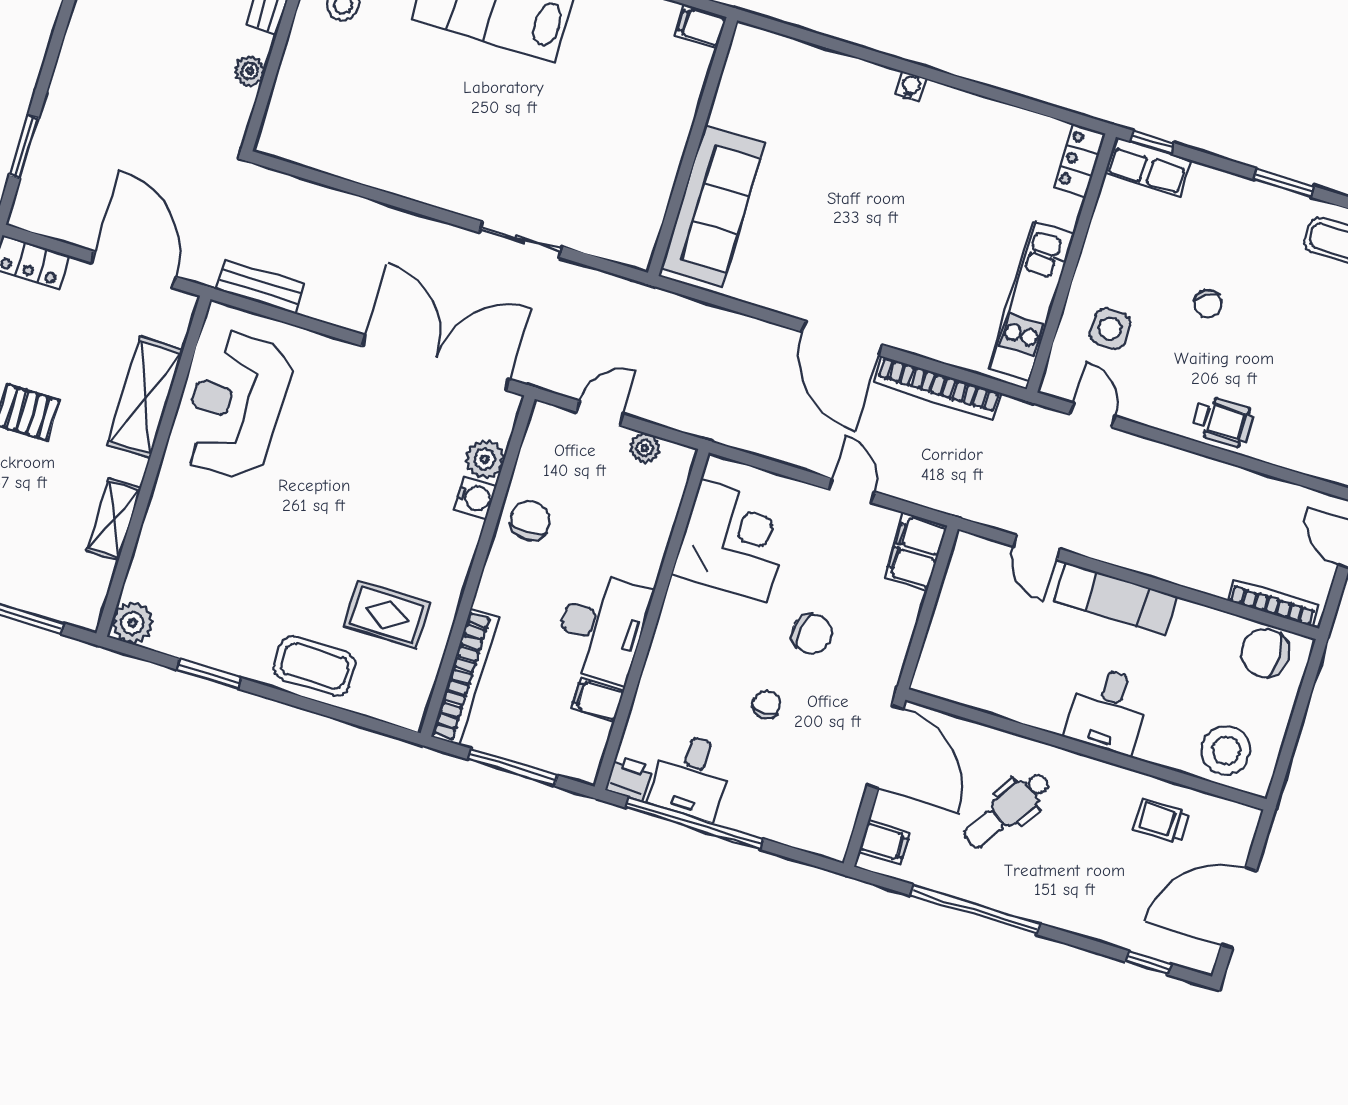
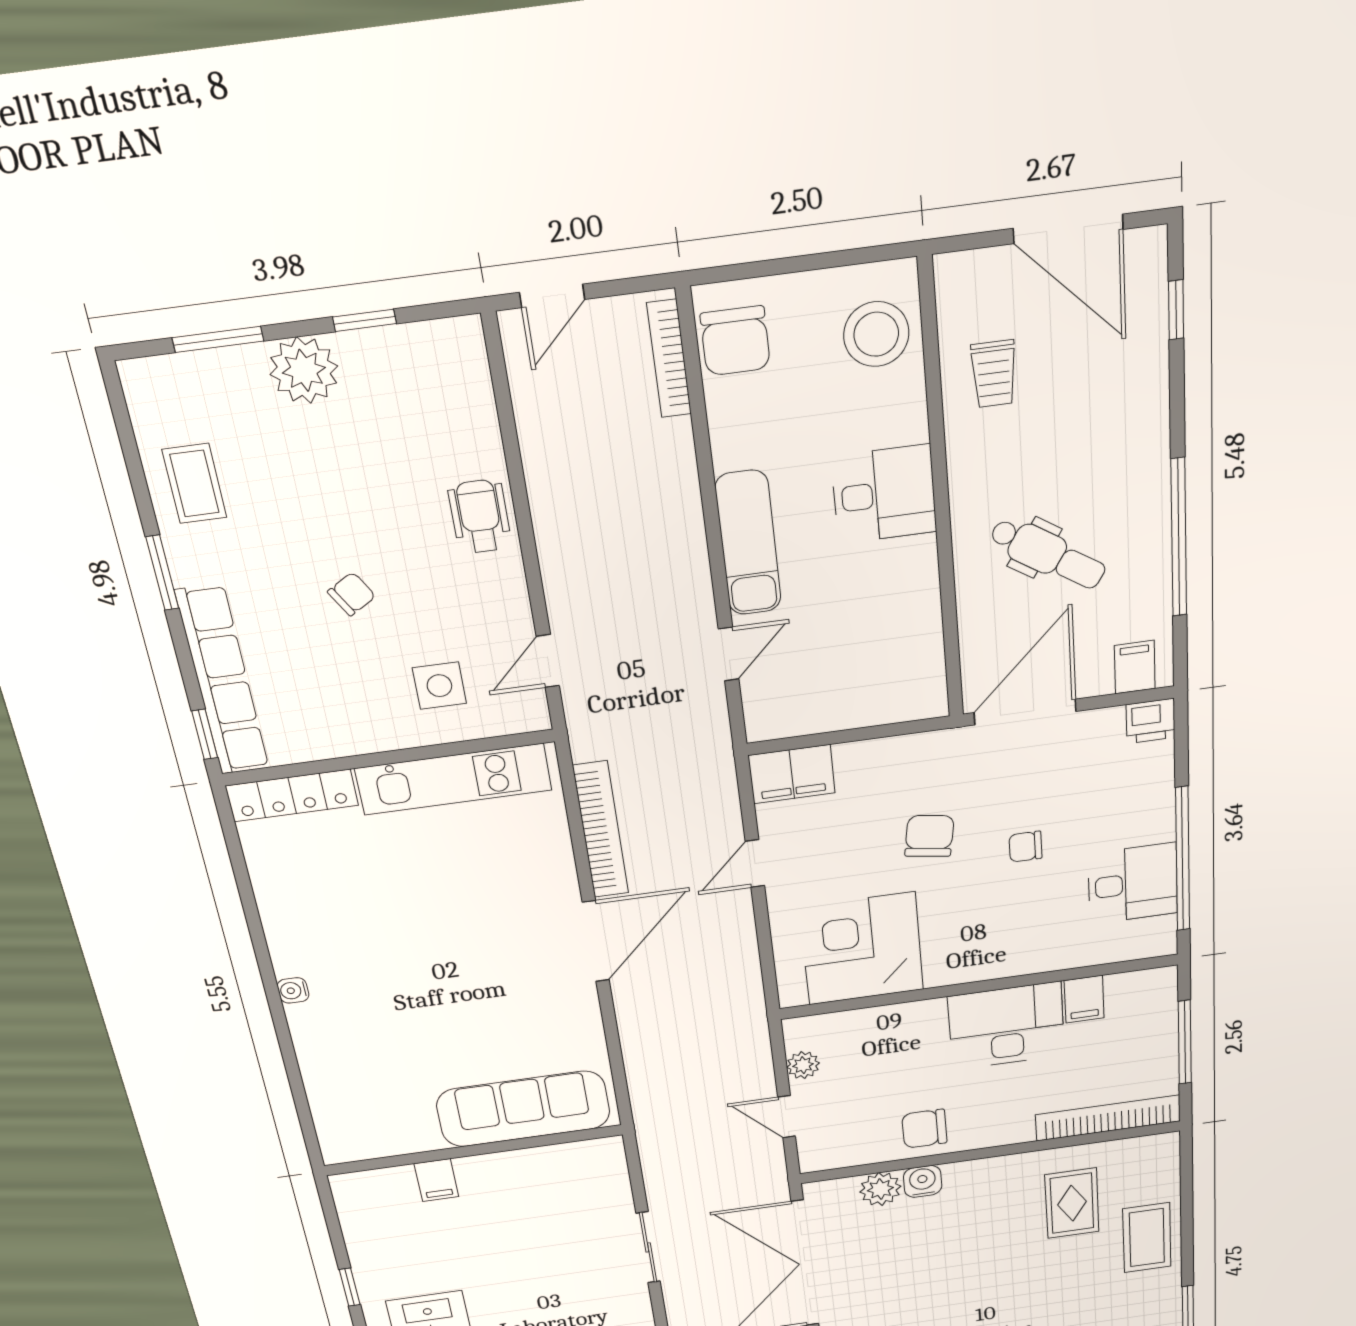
filing cabinet: (701, 26) -> (436, 1180), moved
locker: (1080, 160) -> (292, 795), width x1.53
row of seats: (1148, 166) -> (222, 681), width x2.02
printer: (629, 778) -> (1151, 721), moved, turned -90

